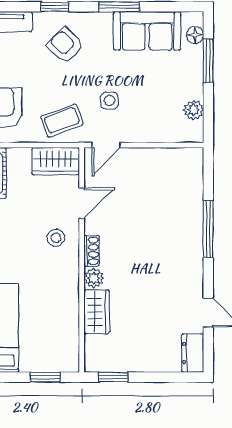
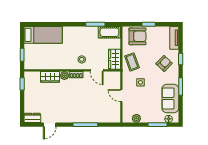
door: (106, 145) -> (121, 96), moved

